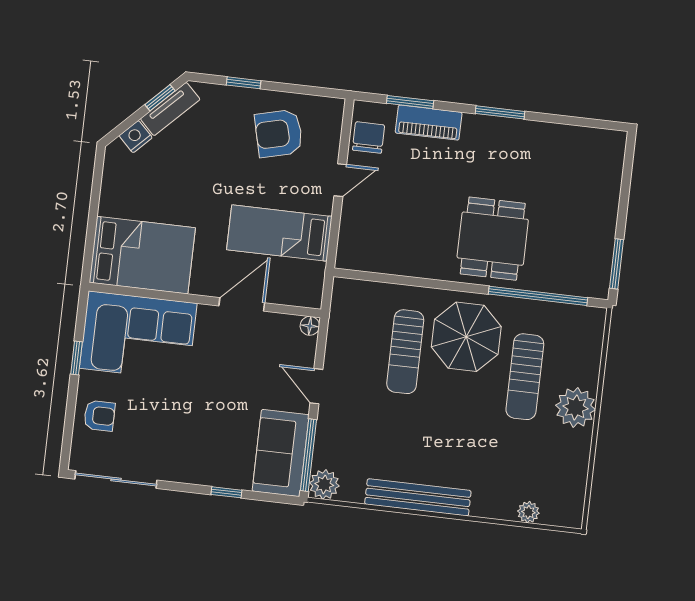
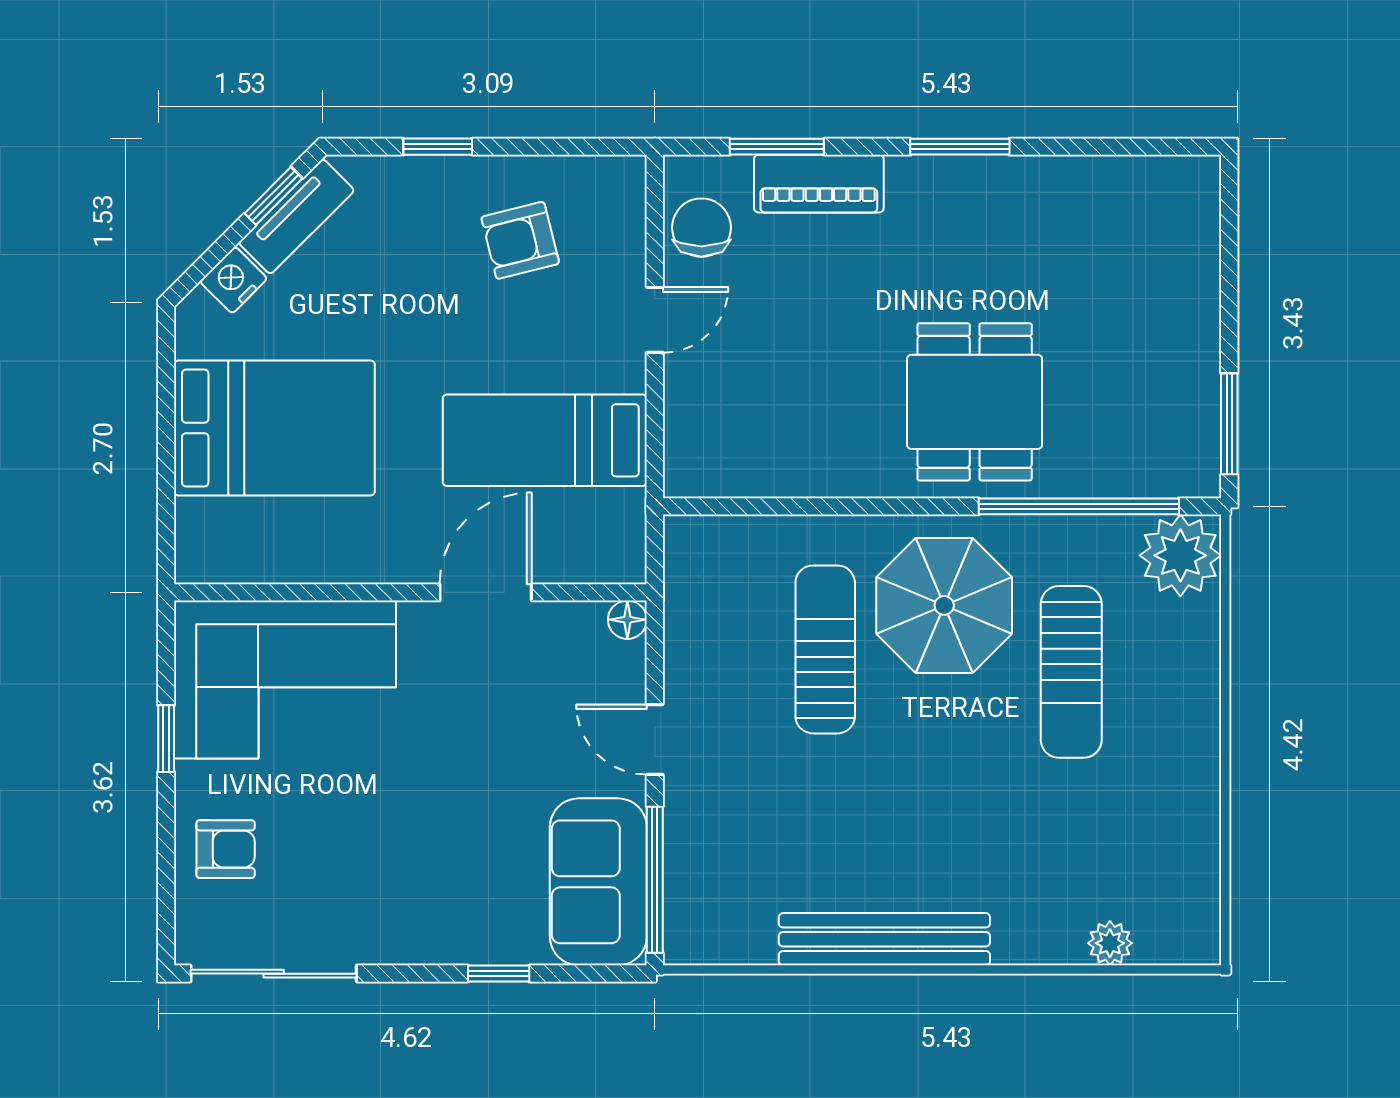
armchair: (279, 133) -> (520, 240), width x0.72, depth x0.72
bed: (142, 255) -> (274, 428), moved
sun lounger: (405, 352) -> (825, 649), turned 180
plant: (576, 407) -> (1180, 555), moved
plant: (324, 484) -> (693, 935), removed

